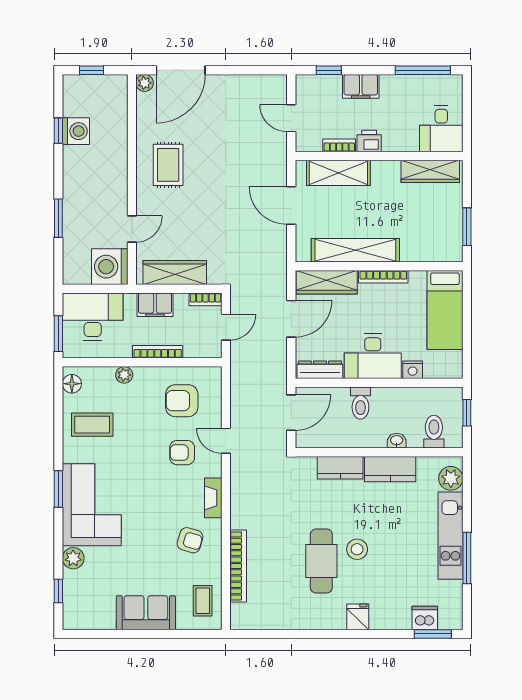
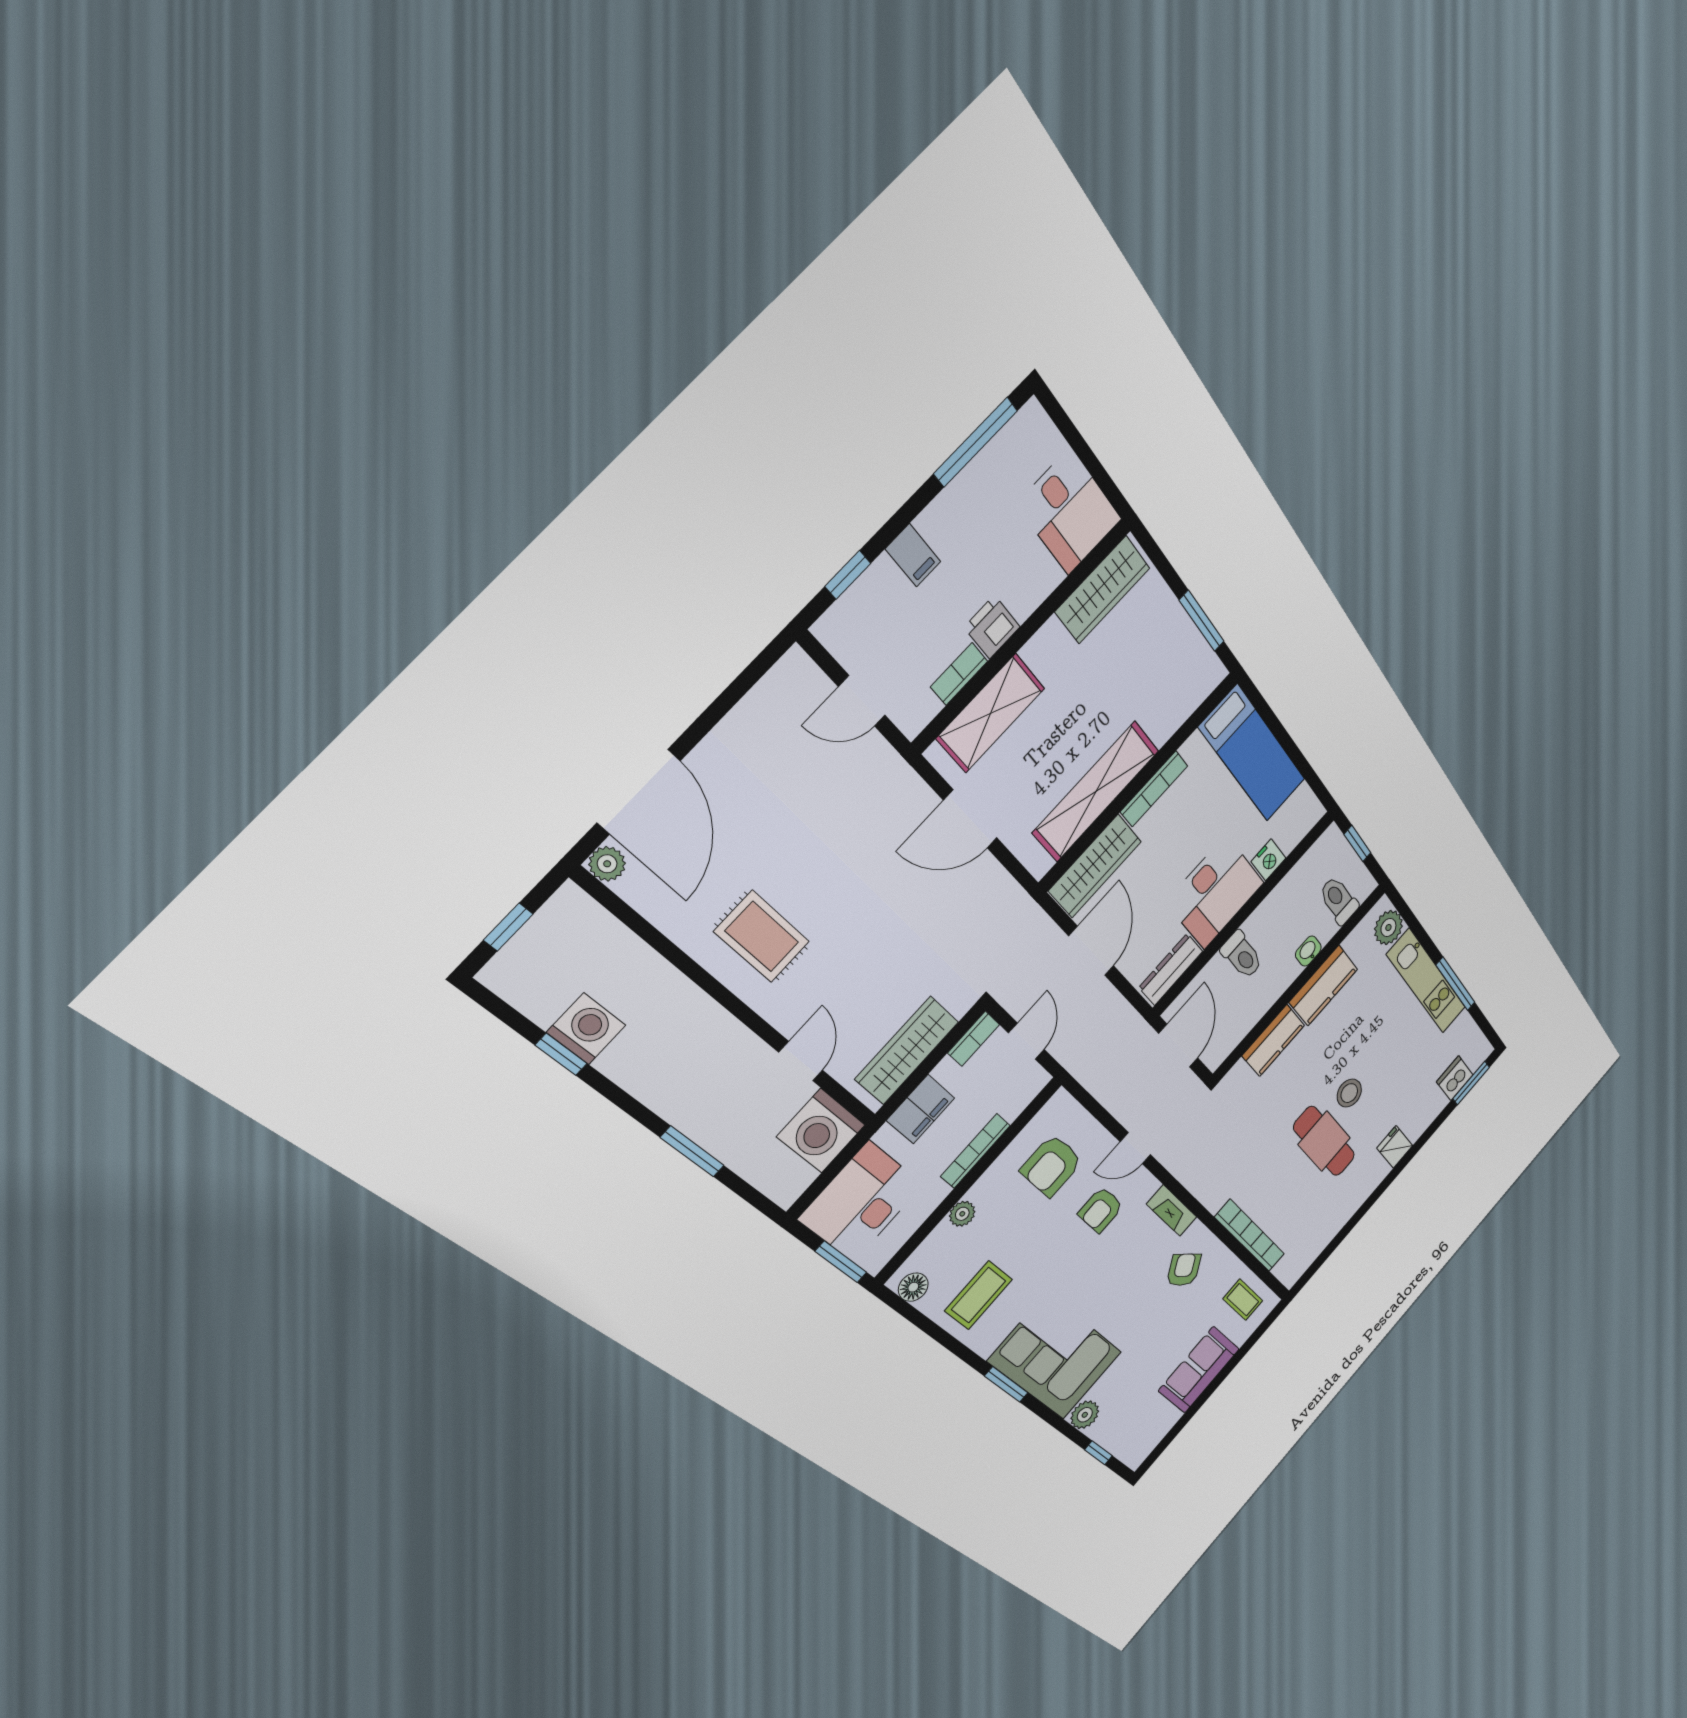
filing cabinet: (361, 86) -> (913, 555), width x0.50
armchair: (190, 540) -> (1184, 1270), turned -52

